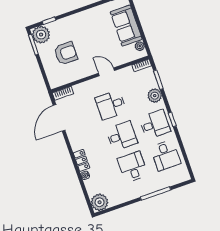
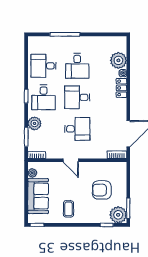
coffee table: (92, 23) -> (69, 209), added
desk: (155, 124) -> (44, 97), turned -90
desk: (166, 155) -> (44, 66), turned -90
plant: (100, 202) -> (118, 60), moved

